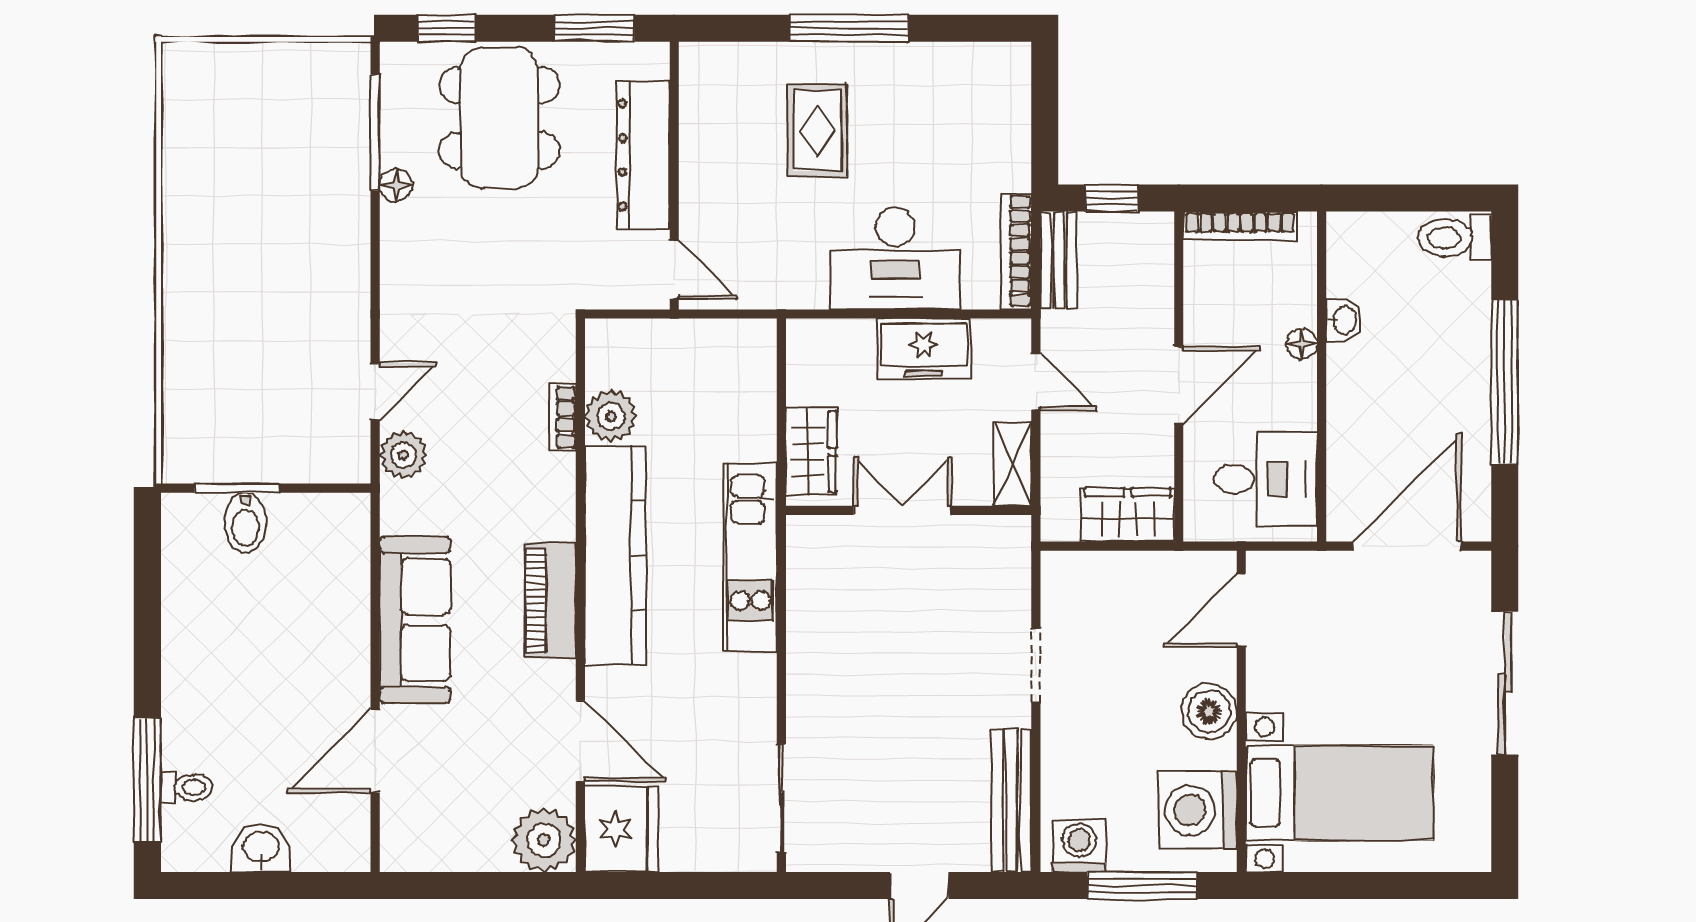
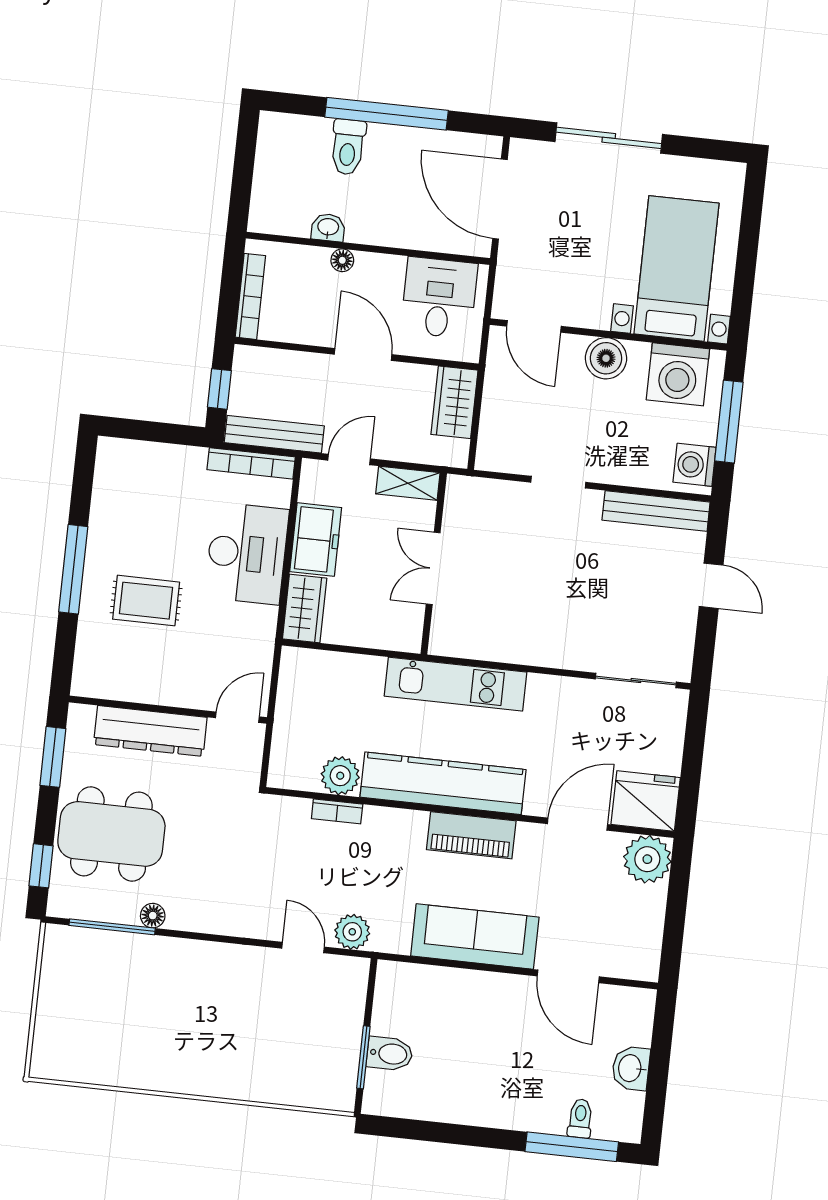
toilet: (1455, 238) -> (348, 147), moved
bench: (1059, 260) -> (274, 434), width x1.36
wardrobe: (811, 451) -> (305, 609), moved, turned 90

